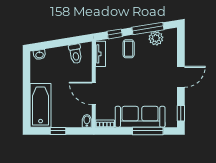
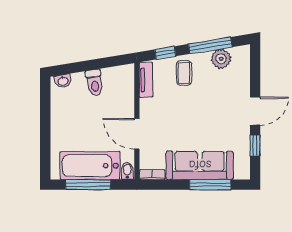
toilet: (76, 54) -> (94, 83), moved
bathtub: (41, 105) -> (90, 166), moved, turned -90
window: (181, 113) -> (255, 146), moved
window: (58, 131) -> (88, 185), width x2.17

